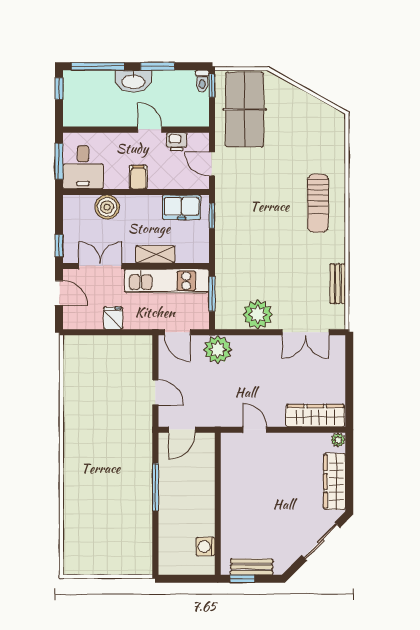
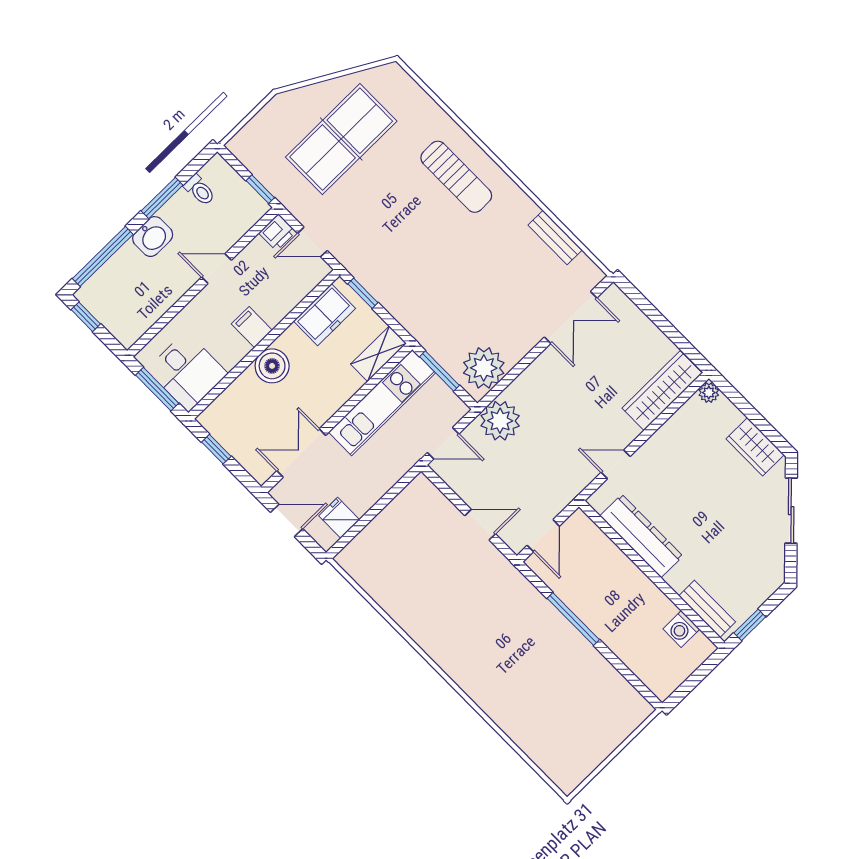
washbasin: (133, 81) -> (153, 237), width x0.72
toilet: (202, 81) -> (200, 190), moved
window: (212, 86) -> (260, 189), moved
table tennis table: (245, 109) -> (341, 139), moved, turned 90
printer: (177, 142) -> (277, 232), moved
boiler: (107, 207) -> (272, 366), moved
window: (59, 245) -> (216, 449), moved
shelving: (155, 254) -> (378, 354), moved
plant: (258, 314) -> (484, 368), moved
fridge: (113, 318) -> (339, 518), moved
dresser: (232, 479) -> (641, 536), added
wardrobe: (335, 481) -> (755, 447), width x0.67
bench: (252, 567) -> (707, 609), moved, turned 90

